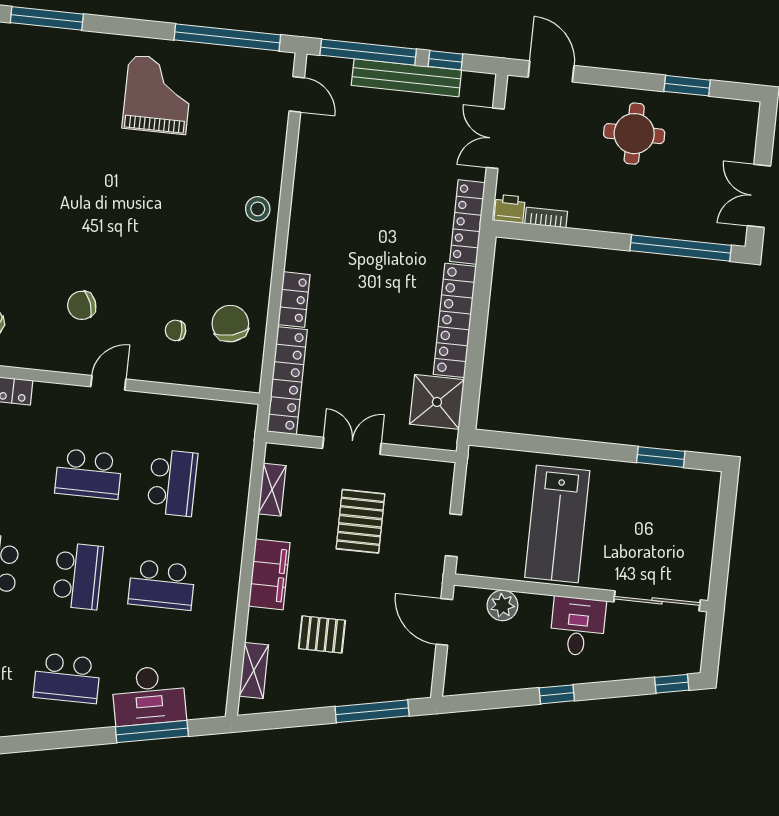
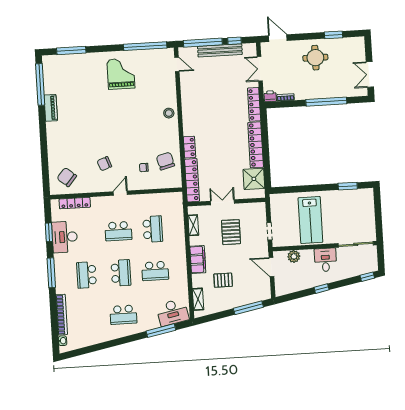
window: (681, 248) -> (326, 102), moved
desk: (149, 696) -> (173, 312), moved

